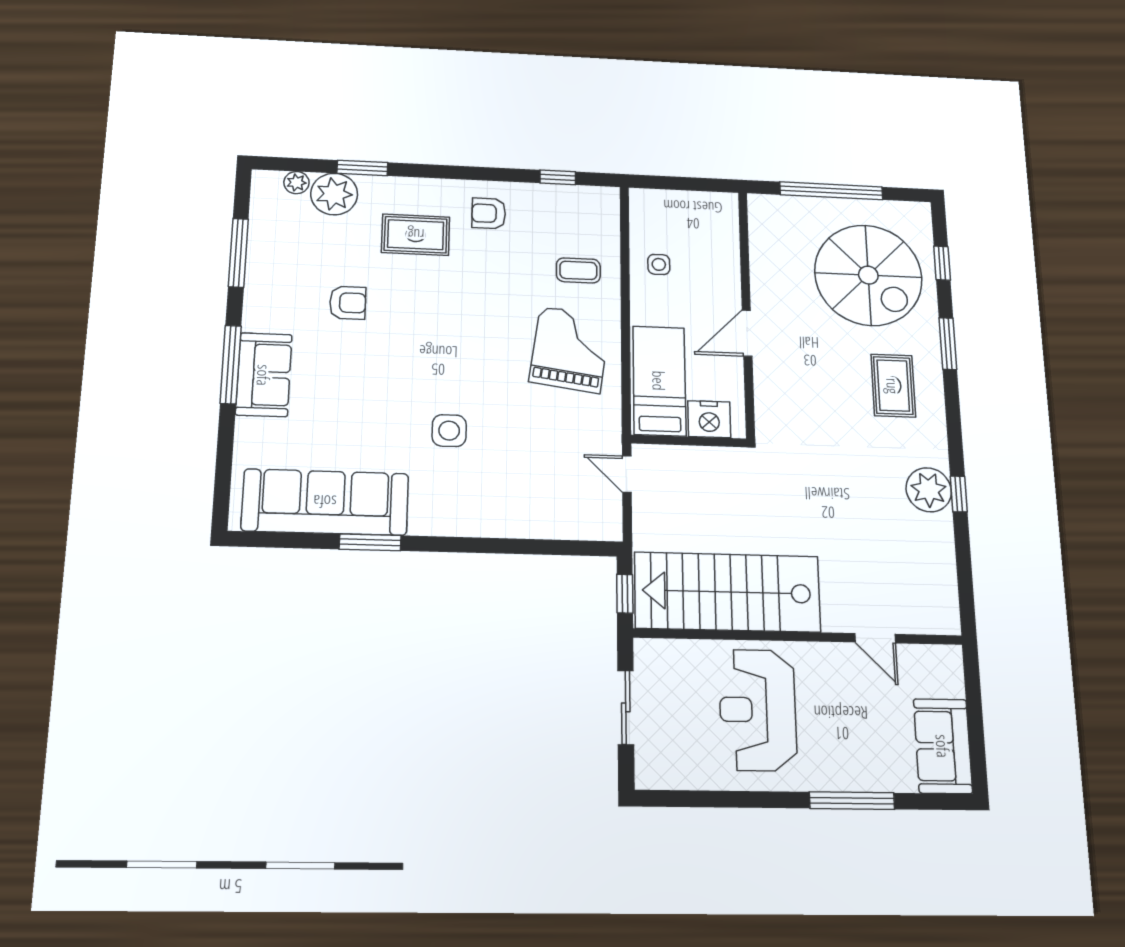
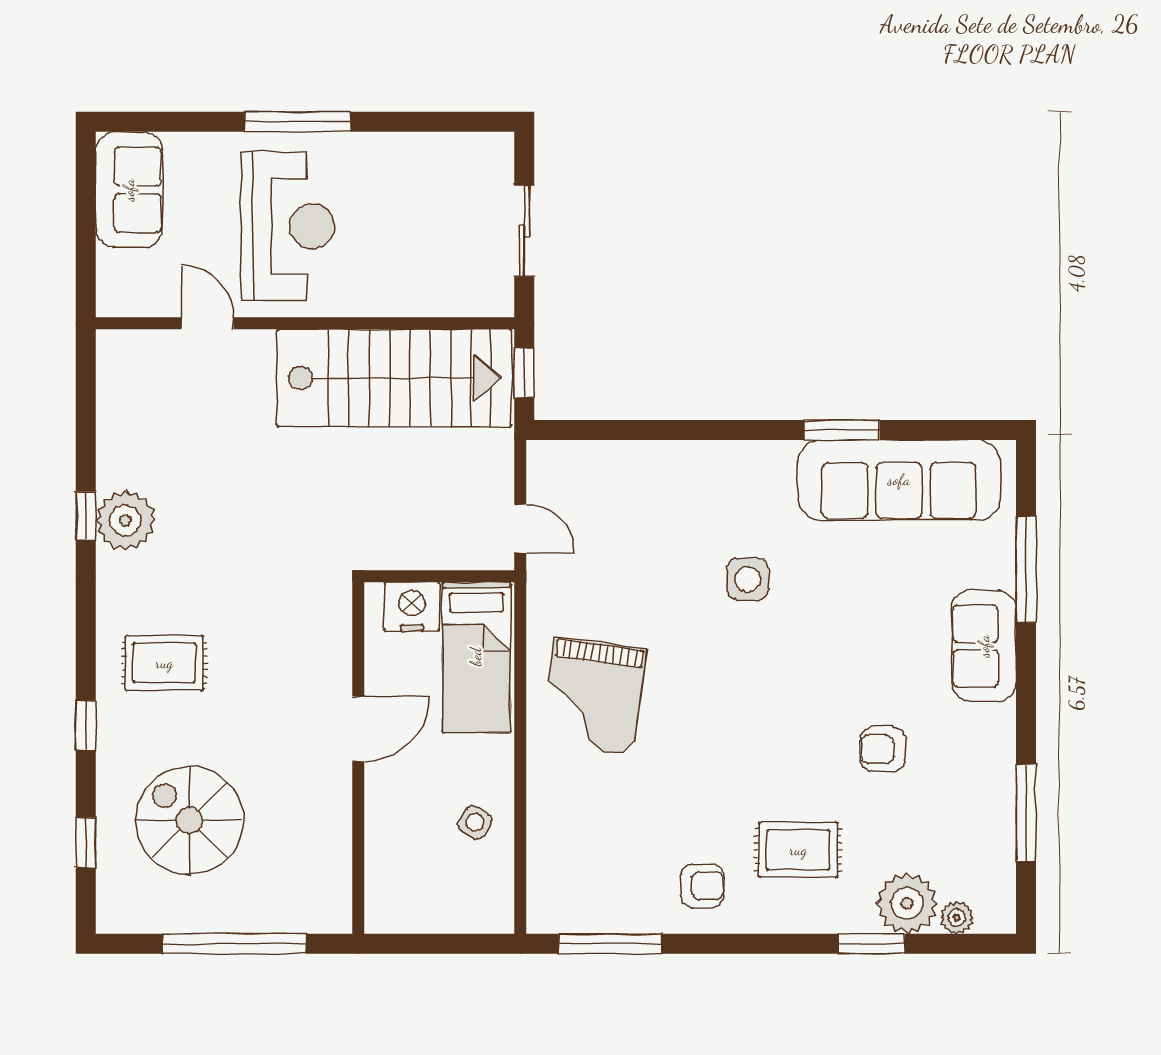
window: (558, 177) -> (610, 944), width x2.17
side table: (659, 264) -> (475, 822), turned 34
coffee table: (578, 270) -> (583, 809), removed
spiral stairs: (868, 275) -> (189, 820), width x0.73, depth x0.73
window: (948, 344) -> (86, 725), width x0.67
window: (231, 365) -> (1026, 569), moved
rug: (893, 386) -> (164, 663), turned 90
reception desk: (758, 710) -> (288, 226), moved
window: (852, 801) -> (298, 122), moved

